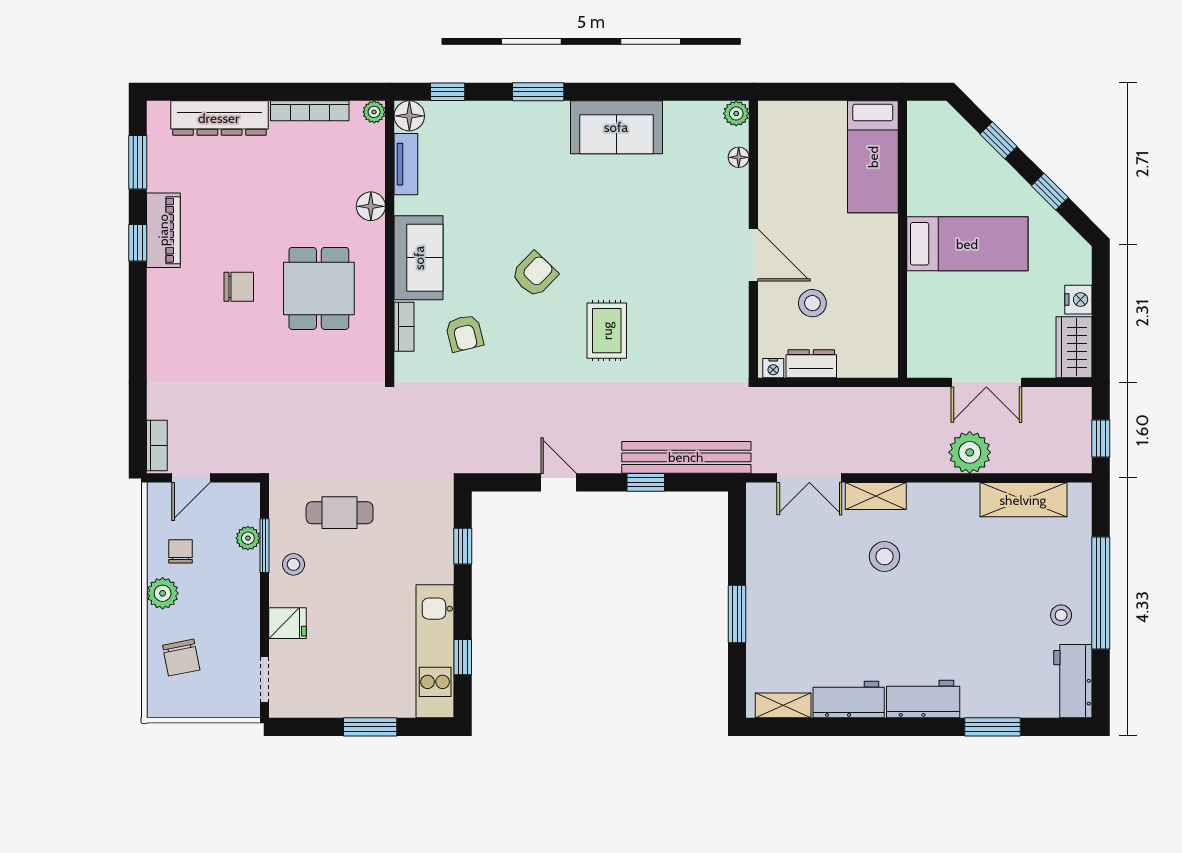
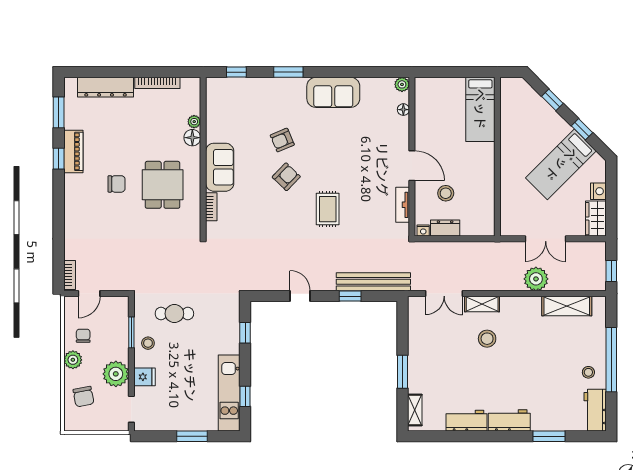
plant: (374, 112) -> (194, 122), moved
floor lamp: (409, 116) -> (214, 86), removed
tv unit: (406, 164) -> (403, 205), moved, turned 180
bed: (967, 244) -> (561, 164), moved, turned 135
armchair: (464, 333) -> (282, 140), moved, turned 81
plant: (248, 538) -> (116, 374), moved, width x1.87, depth x1.87
shelving: (783, 705) -> (415, 410), moved, turned 90

